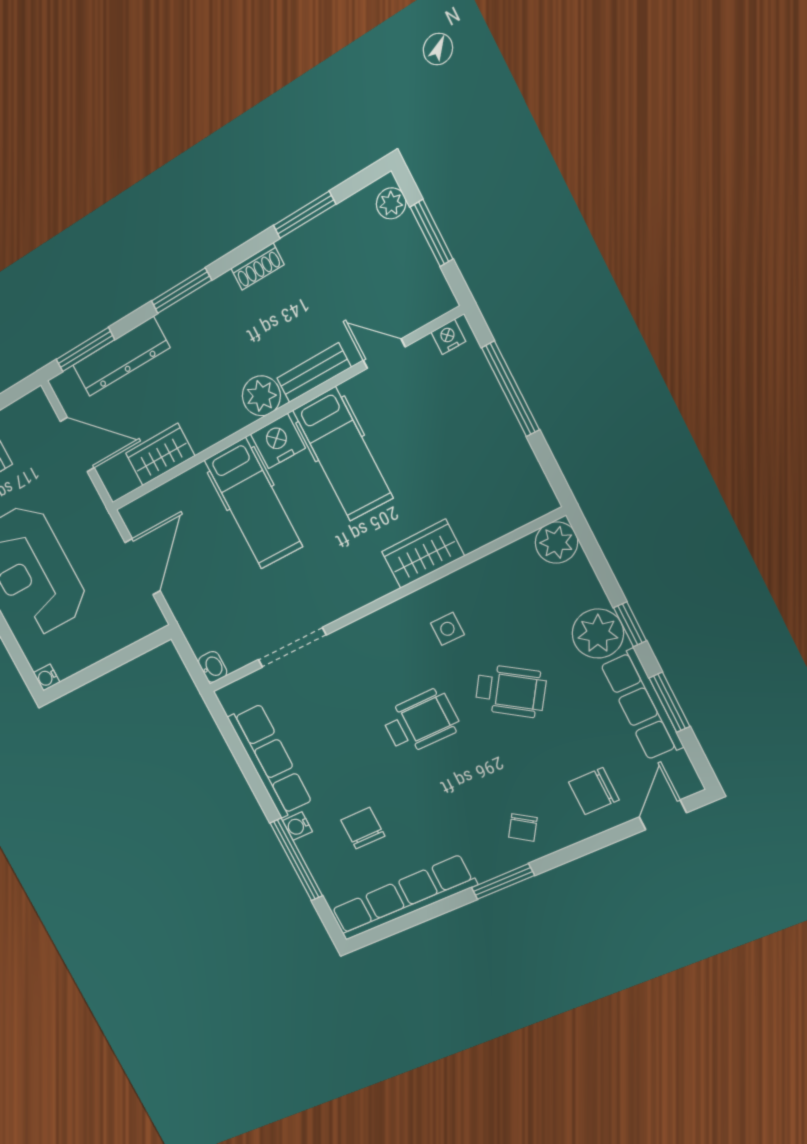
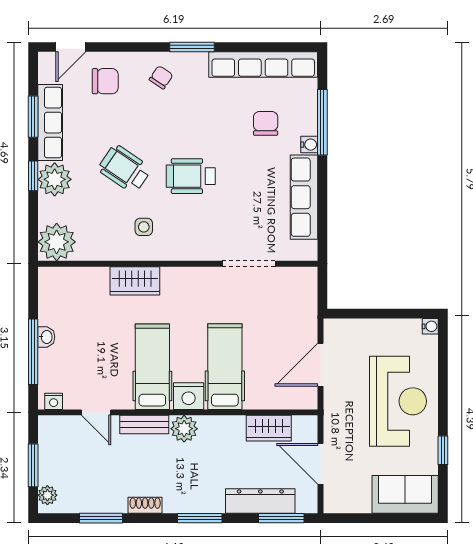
plant: (556, 543) -> (57, 242), width x1.36, depth x1.36
washbasin: (213, 667) -> (46, 337), moved, turned 180
chair: (363, 828) -> (266, 123), turned 180

